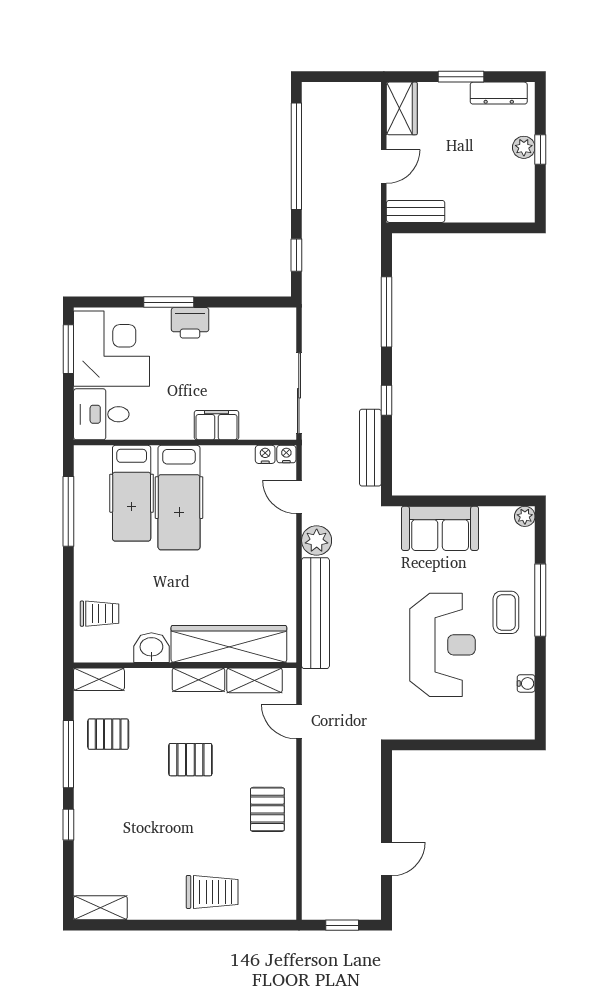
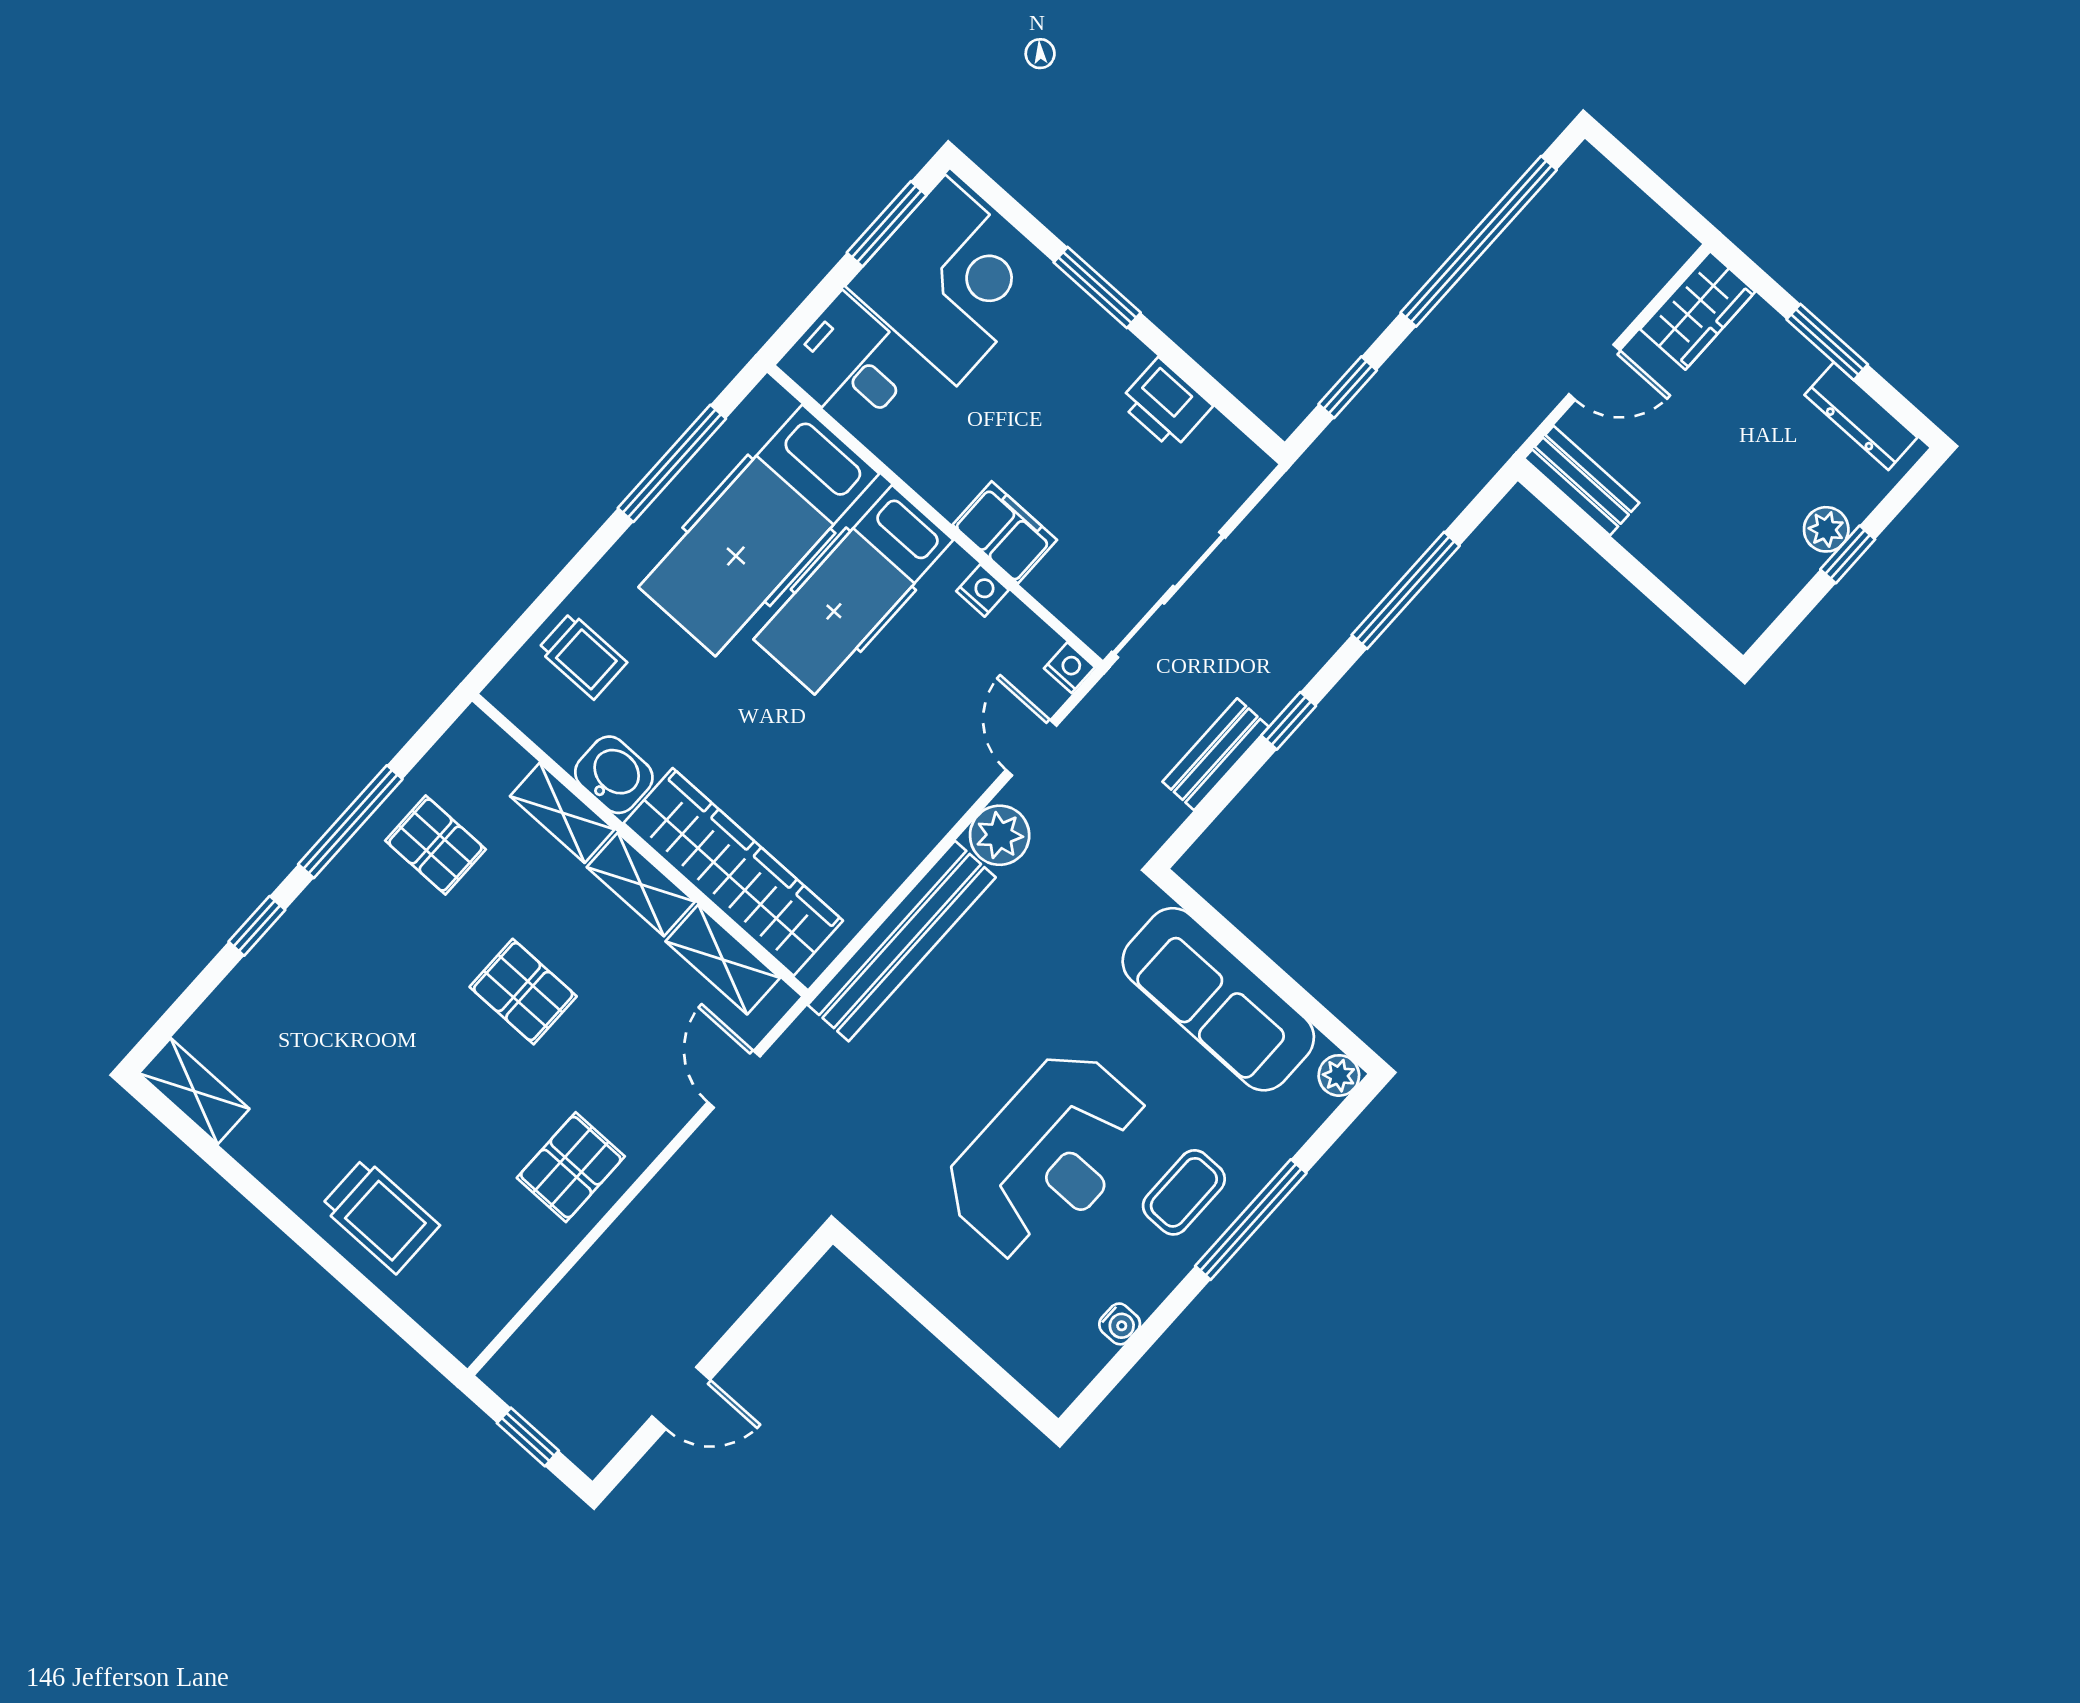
printer: (190, 323) -> (1166, 404), moved
bench: (370, 448) -> (1216, 754), width x0.73
nightstand: (265, 454) -> (983, 590), moved
hospital bed: (132, 493) -> (759, 530), width x1.37, depth x1.29
sofa: (440, 528) -> (1218, 999), width x1.36
shelving: (99, 679) -> (562, 813), moved

